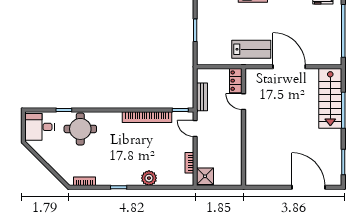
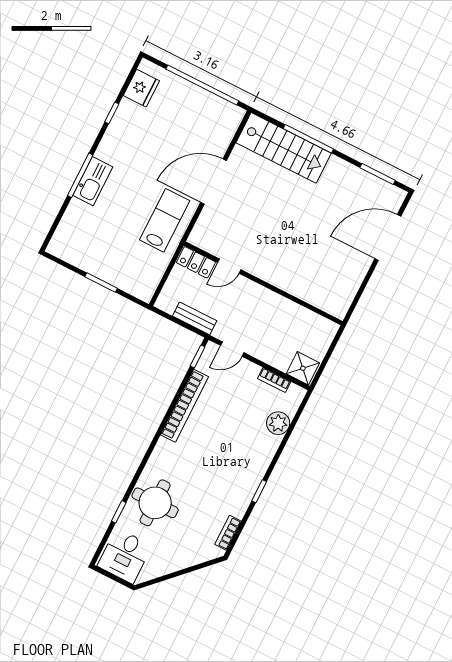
plant: (149, 178) -> (278, 423), moved

